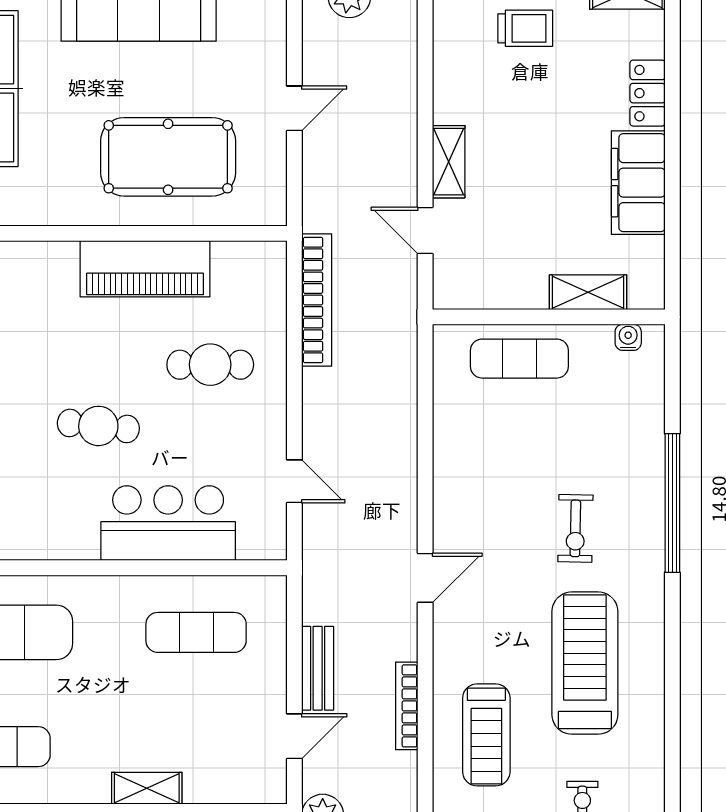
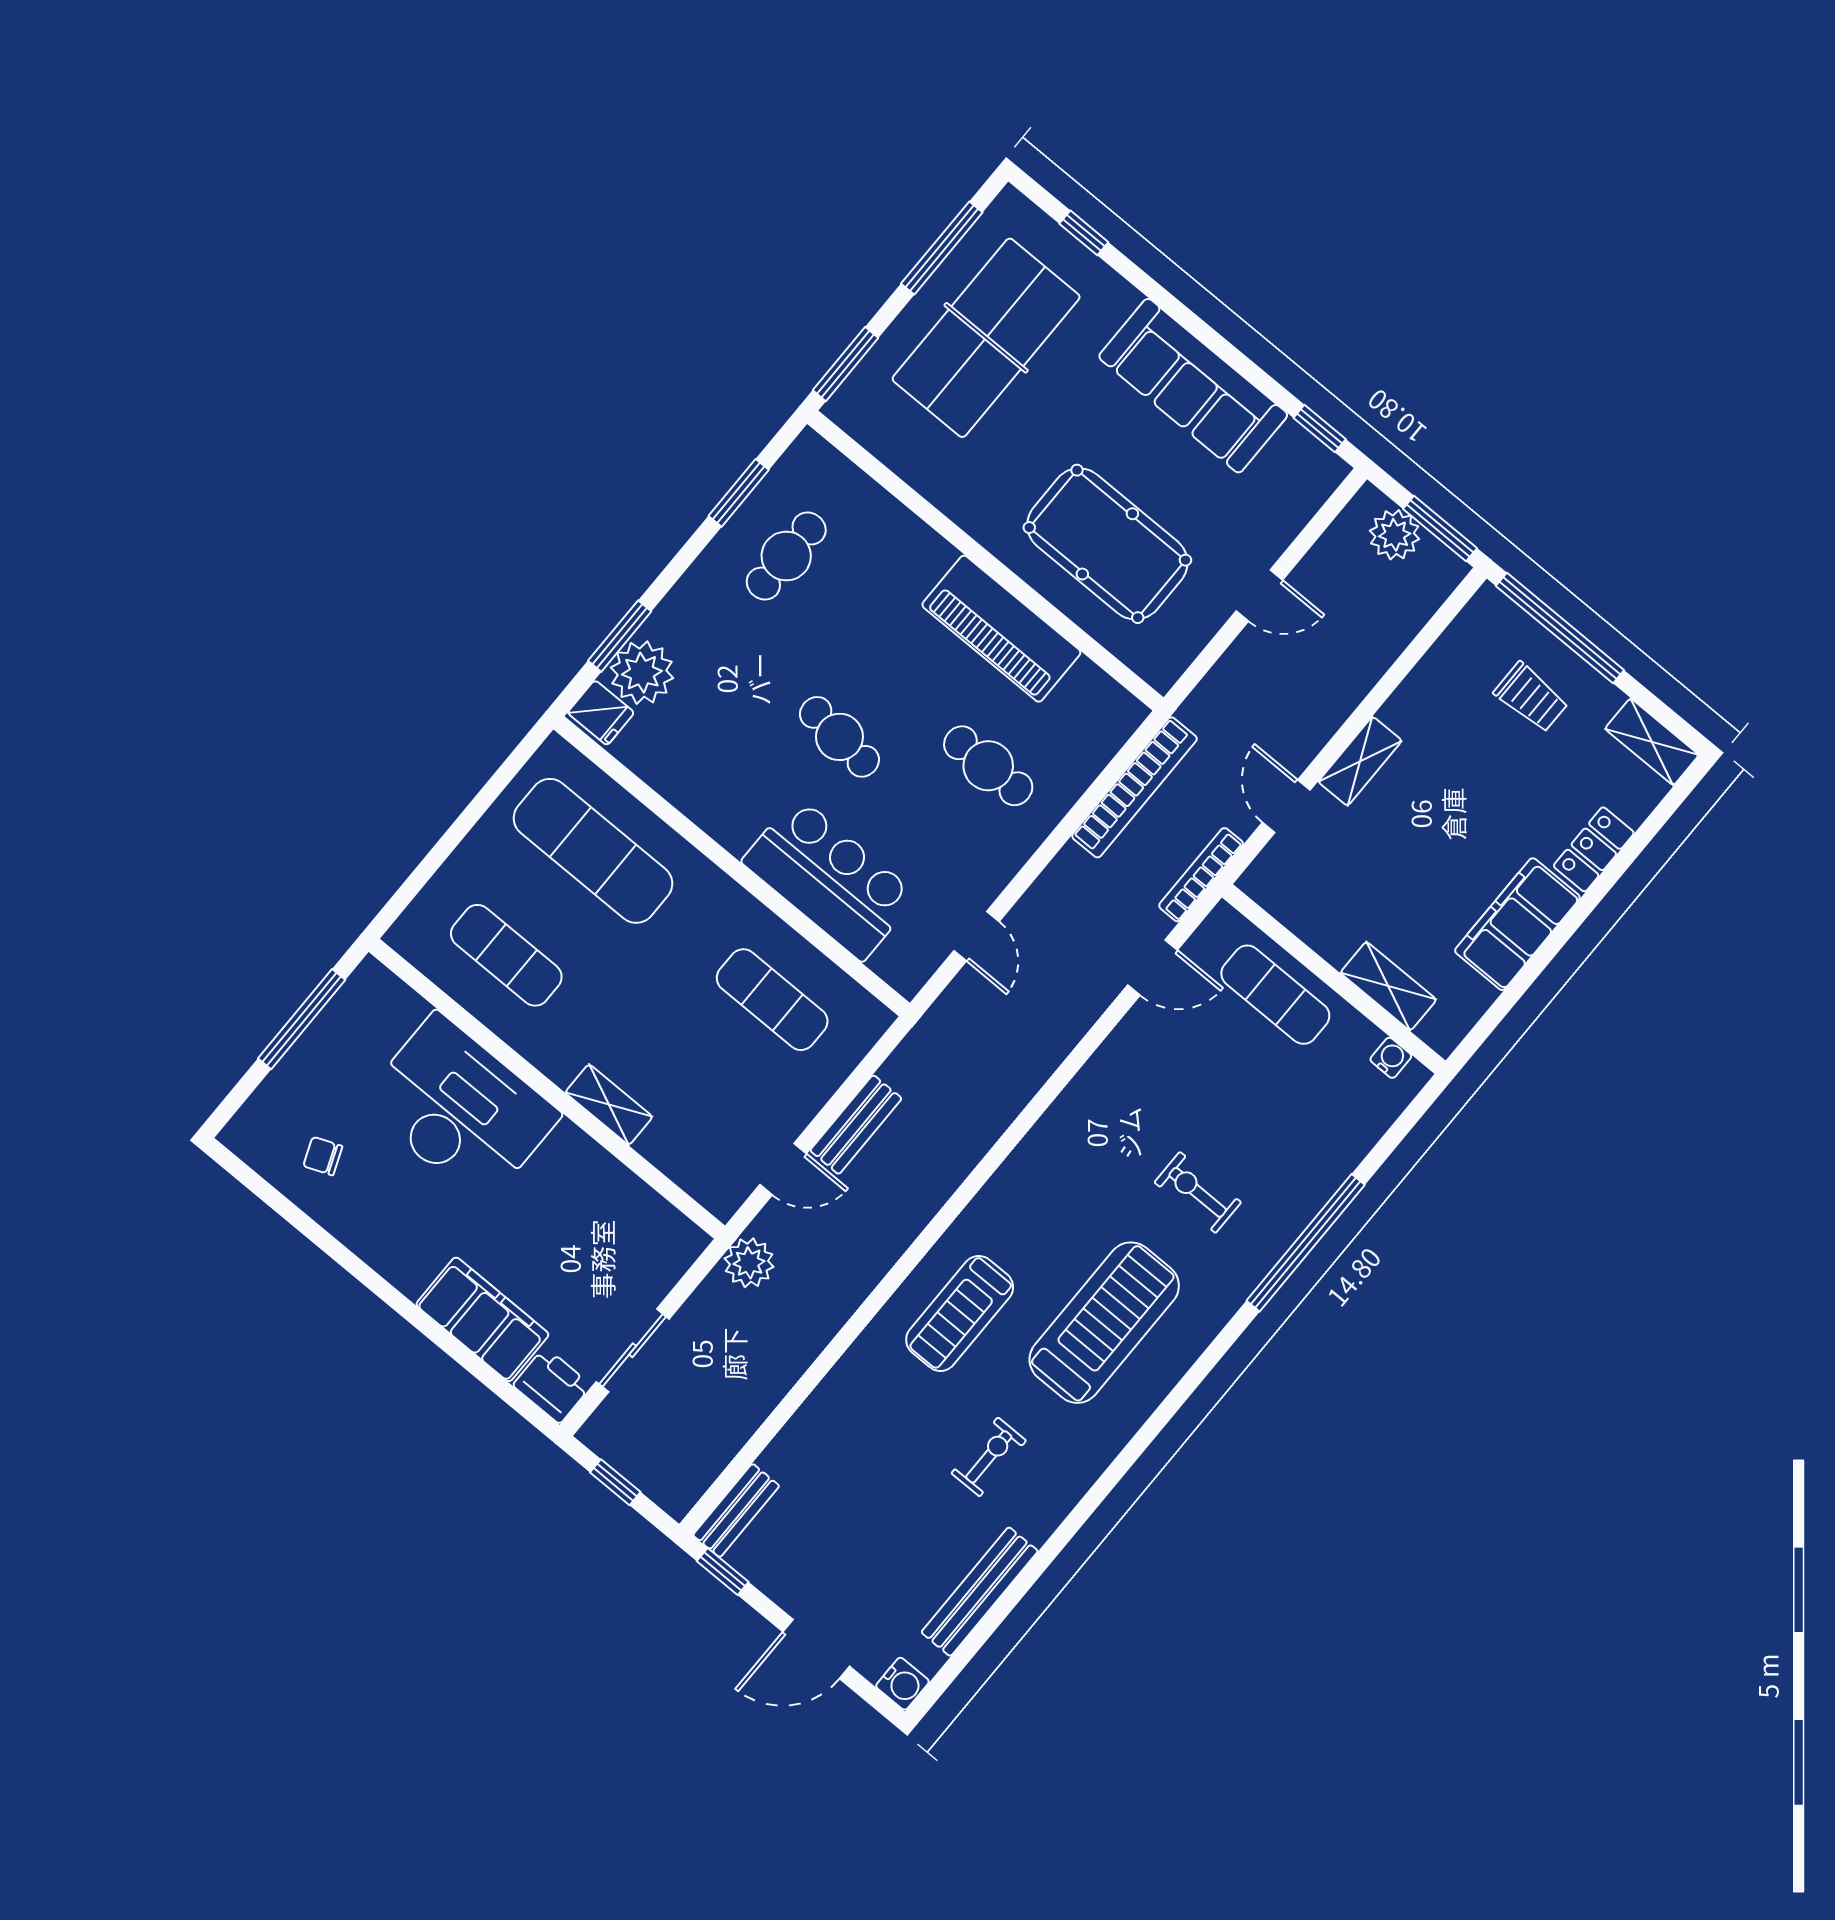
exercise bike: (575, 528) -> (1198, 1192), turned 89
door: (425, 578) -> (1153, 967), moved
bookcase: (407, 706) -> (1201, 875), moved

